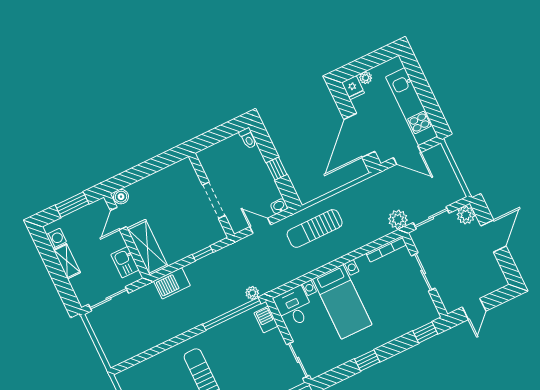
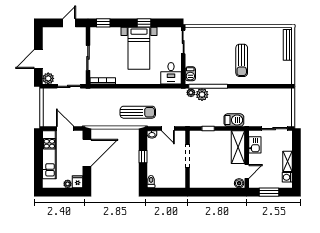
plant: (398, 219) -> (202, 95), moved
bed with nightstands: (342, 302) -> (139, 48), moved, turned 180

